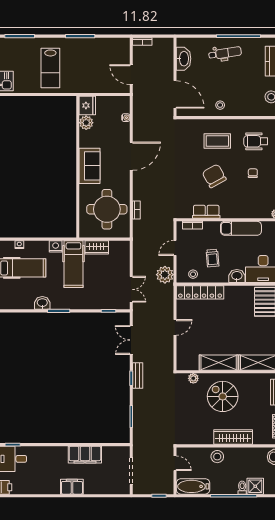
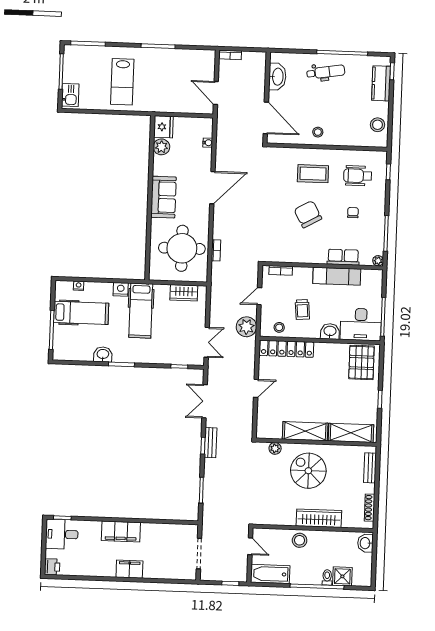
row of seats: (206, 212) -> (343, 257), moved
wardrobe: (97, 247) -> (184, 293), moved
filing cabinet: (85, 455) -> (121, 532), moved

